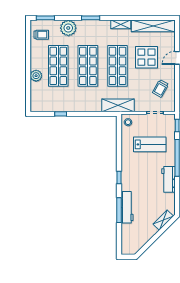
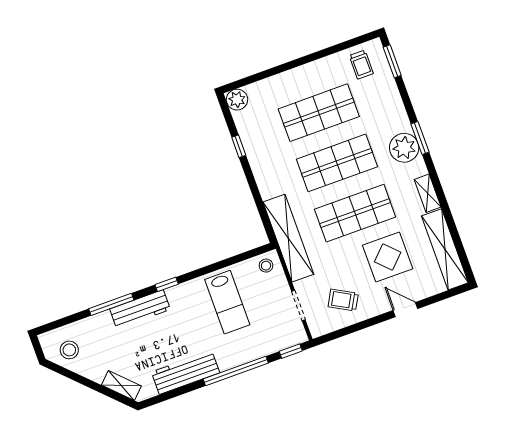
plant: (68, 28) -> (404, 148), moved
plant: (36, 76) -> (237, 100), moved
shelving: (118, 105) -> (288, 238), width x1.47
lab bench: (150, 144) -> (227, 302), moved
workbench: (168, 179) -> (186, 372), width x1.38
workbench: (127, 207) -> (140, 309), moved
stool: (135, 241) -> (69, 350), added

